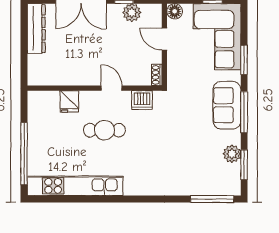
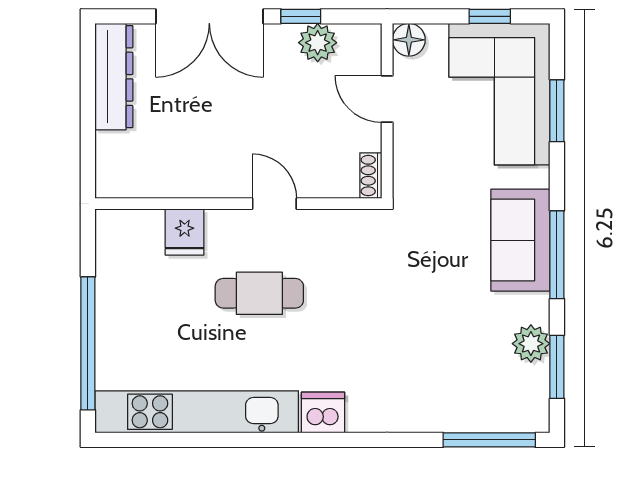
window: (244, 60) -> (557, 111), moved
dishwasher: (142, 100) -> (323, 412), moved, turned 180

